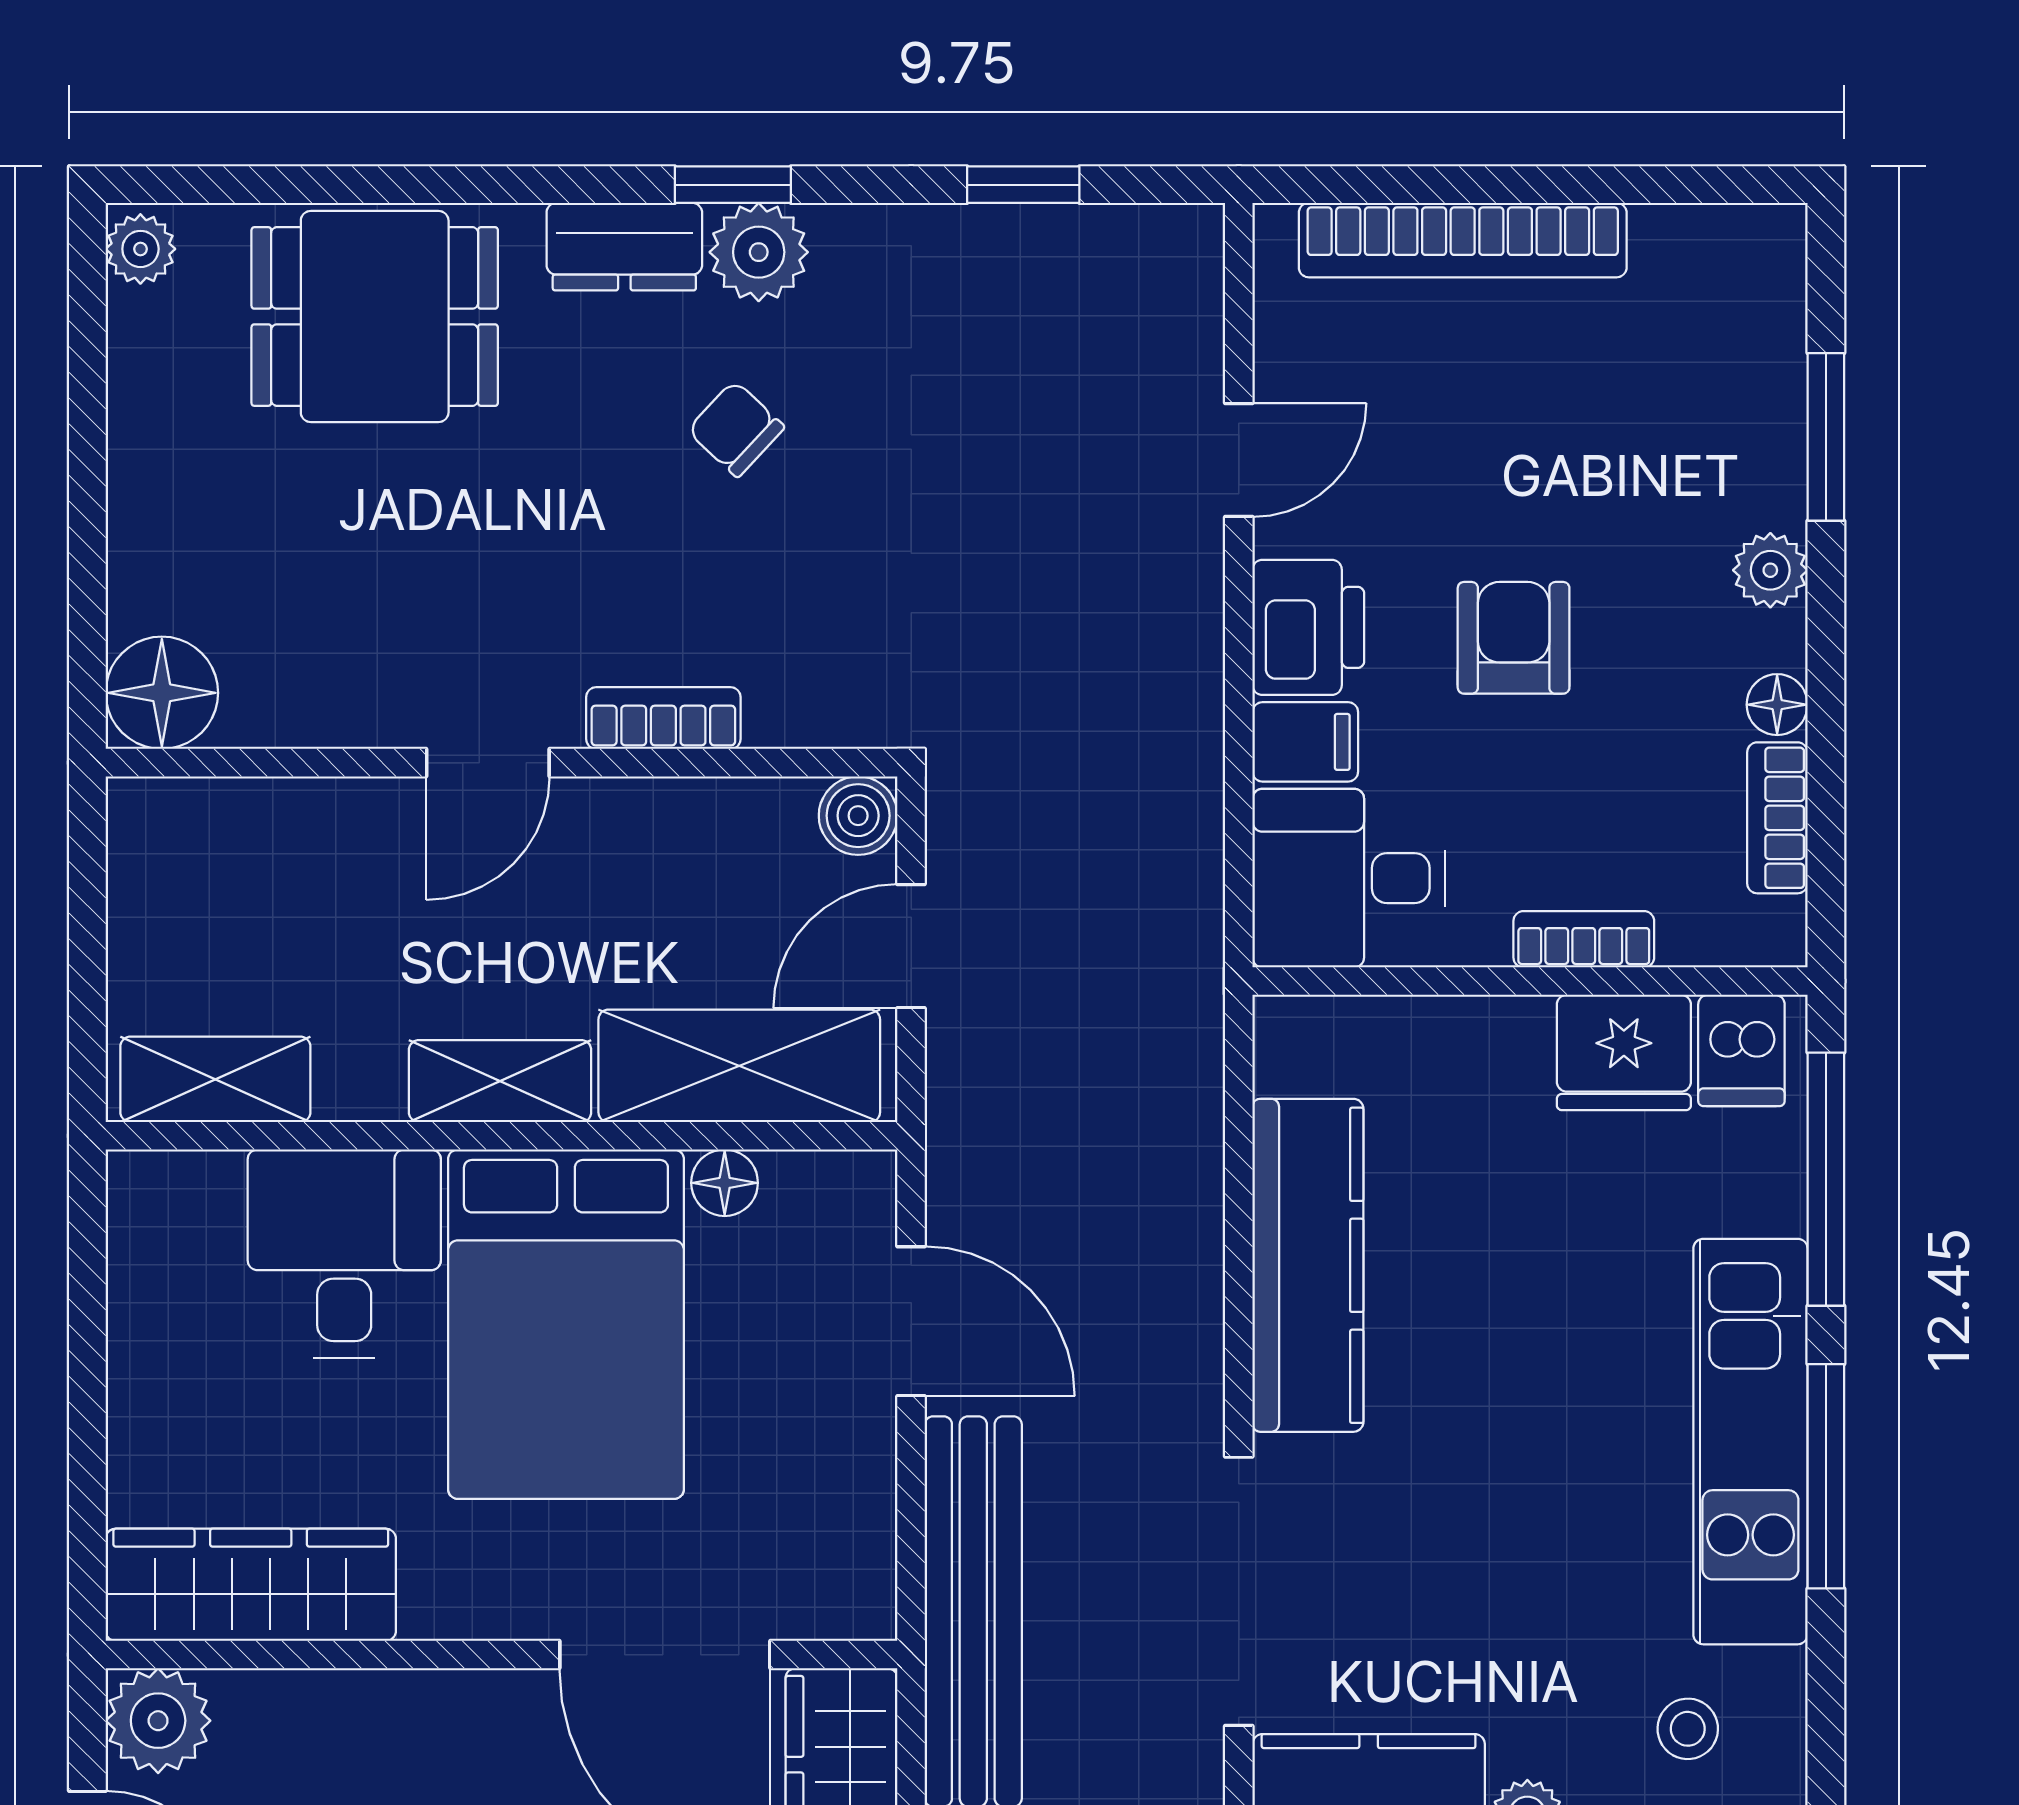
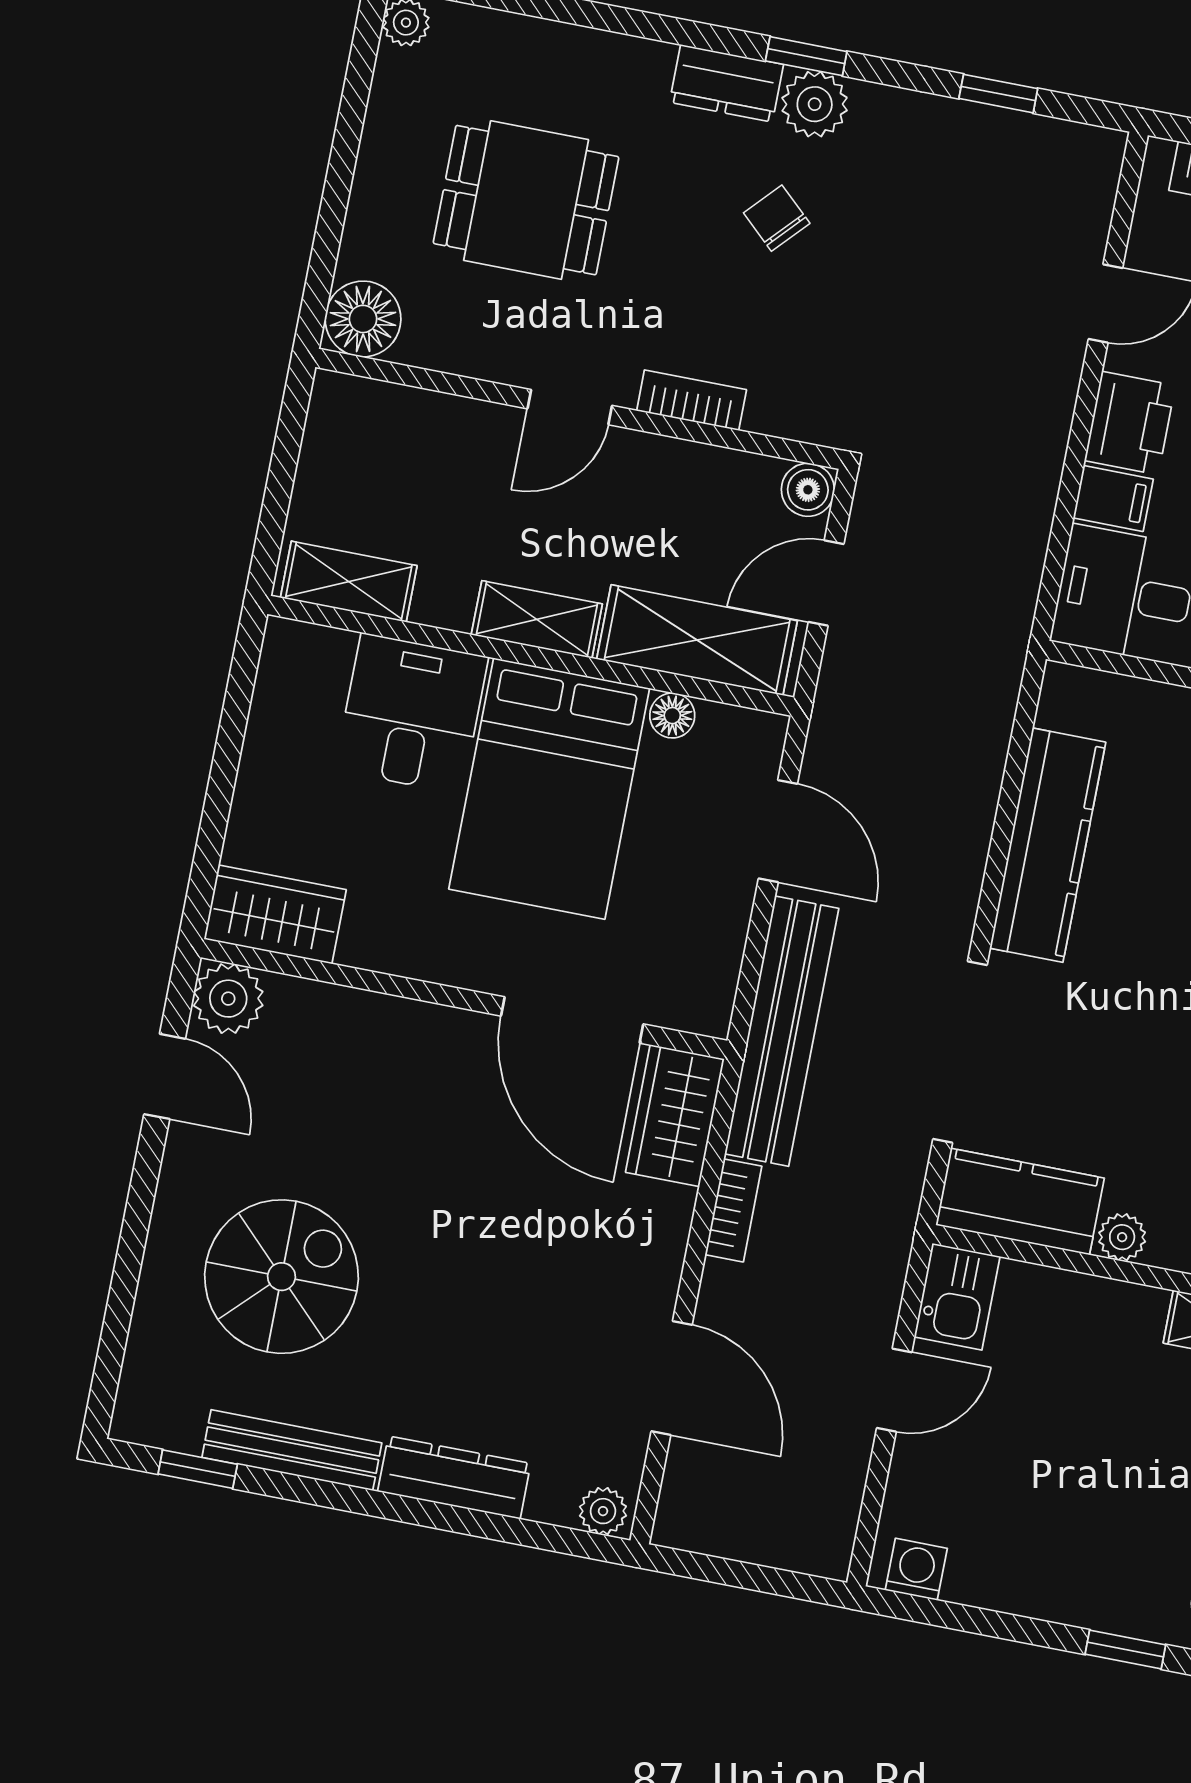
dining table: (375, 317) -> (526, 200), moved
wardrobe: (251, 1585) -> (275, 914), width x0.67

